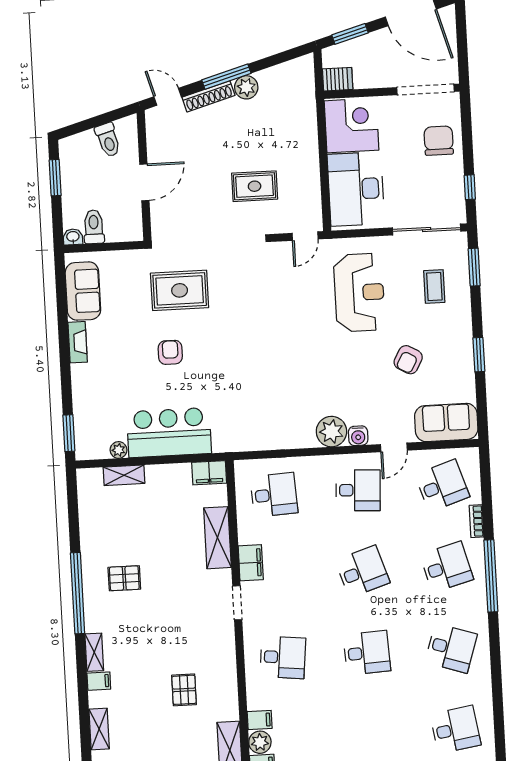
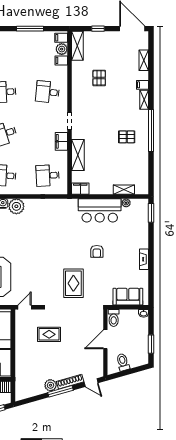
toilet: (94, 227) -> (114, 318), moved
rug: (180, 290) -> (73, 283), moved, turned 90
sofa: (83, 291) -> (128, 297), moved, turned 90

